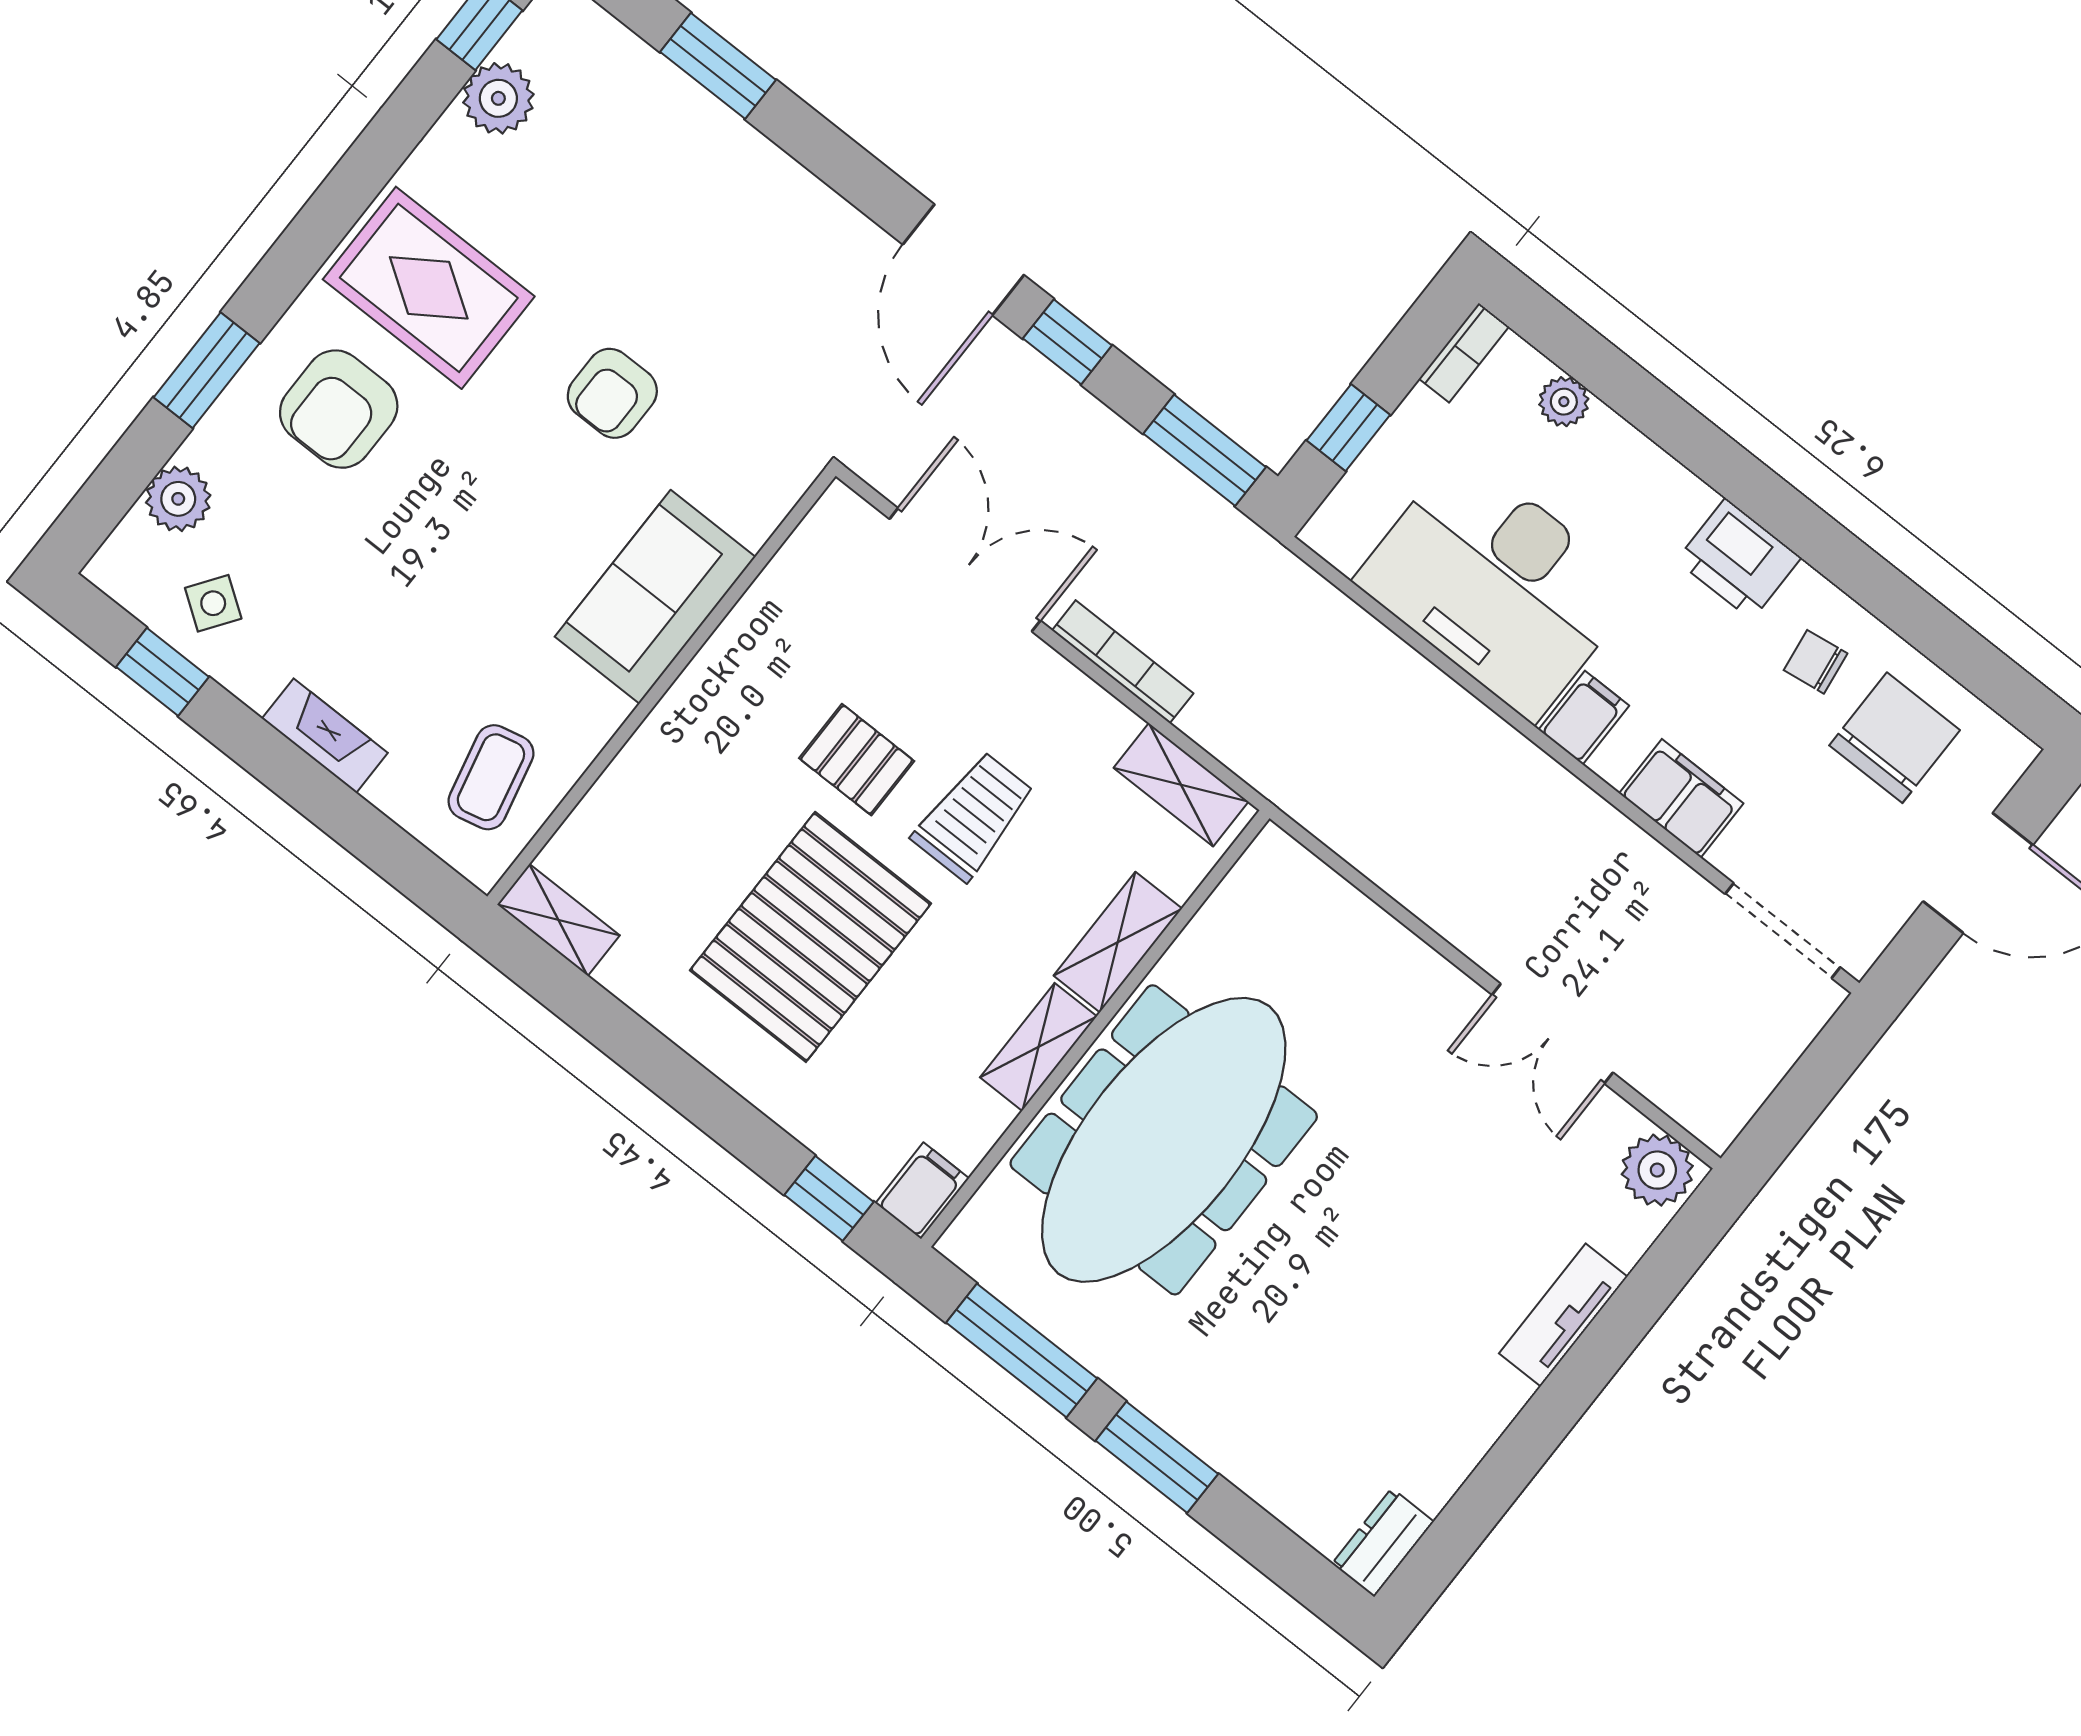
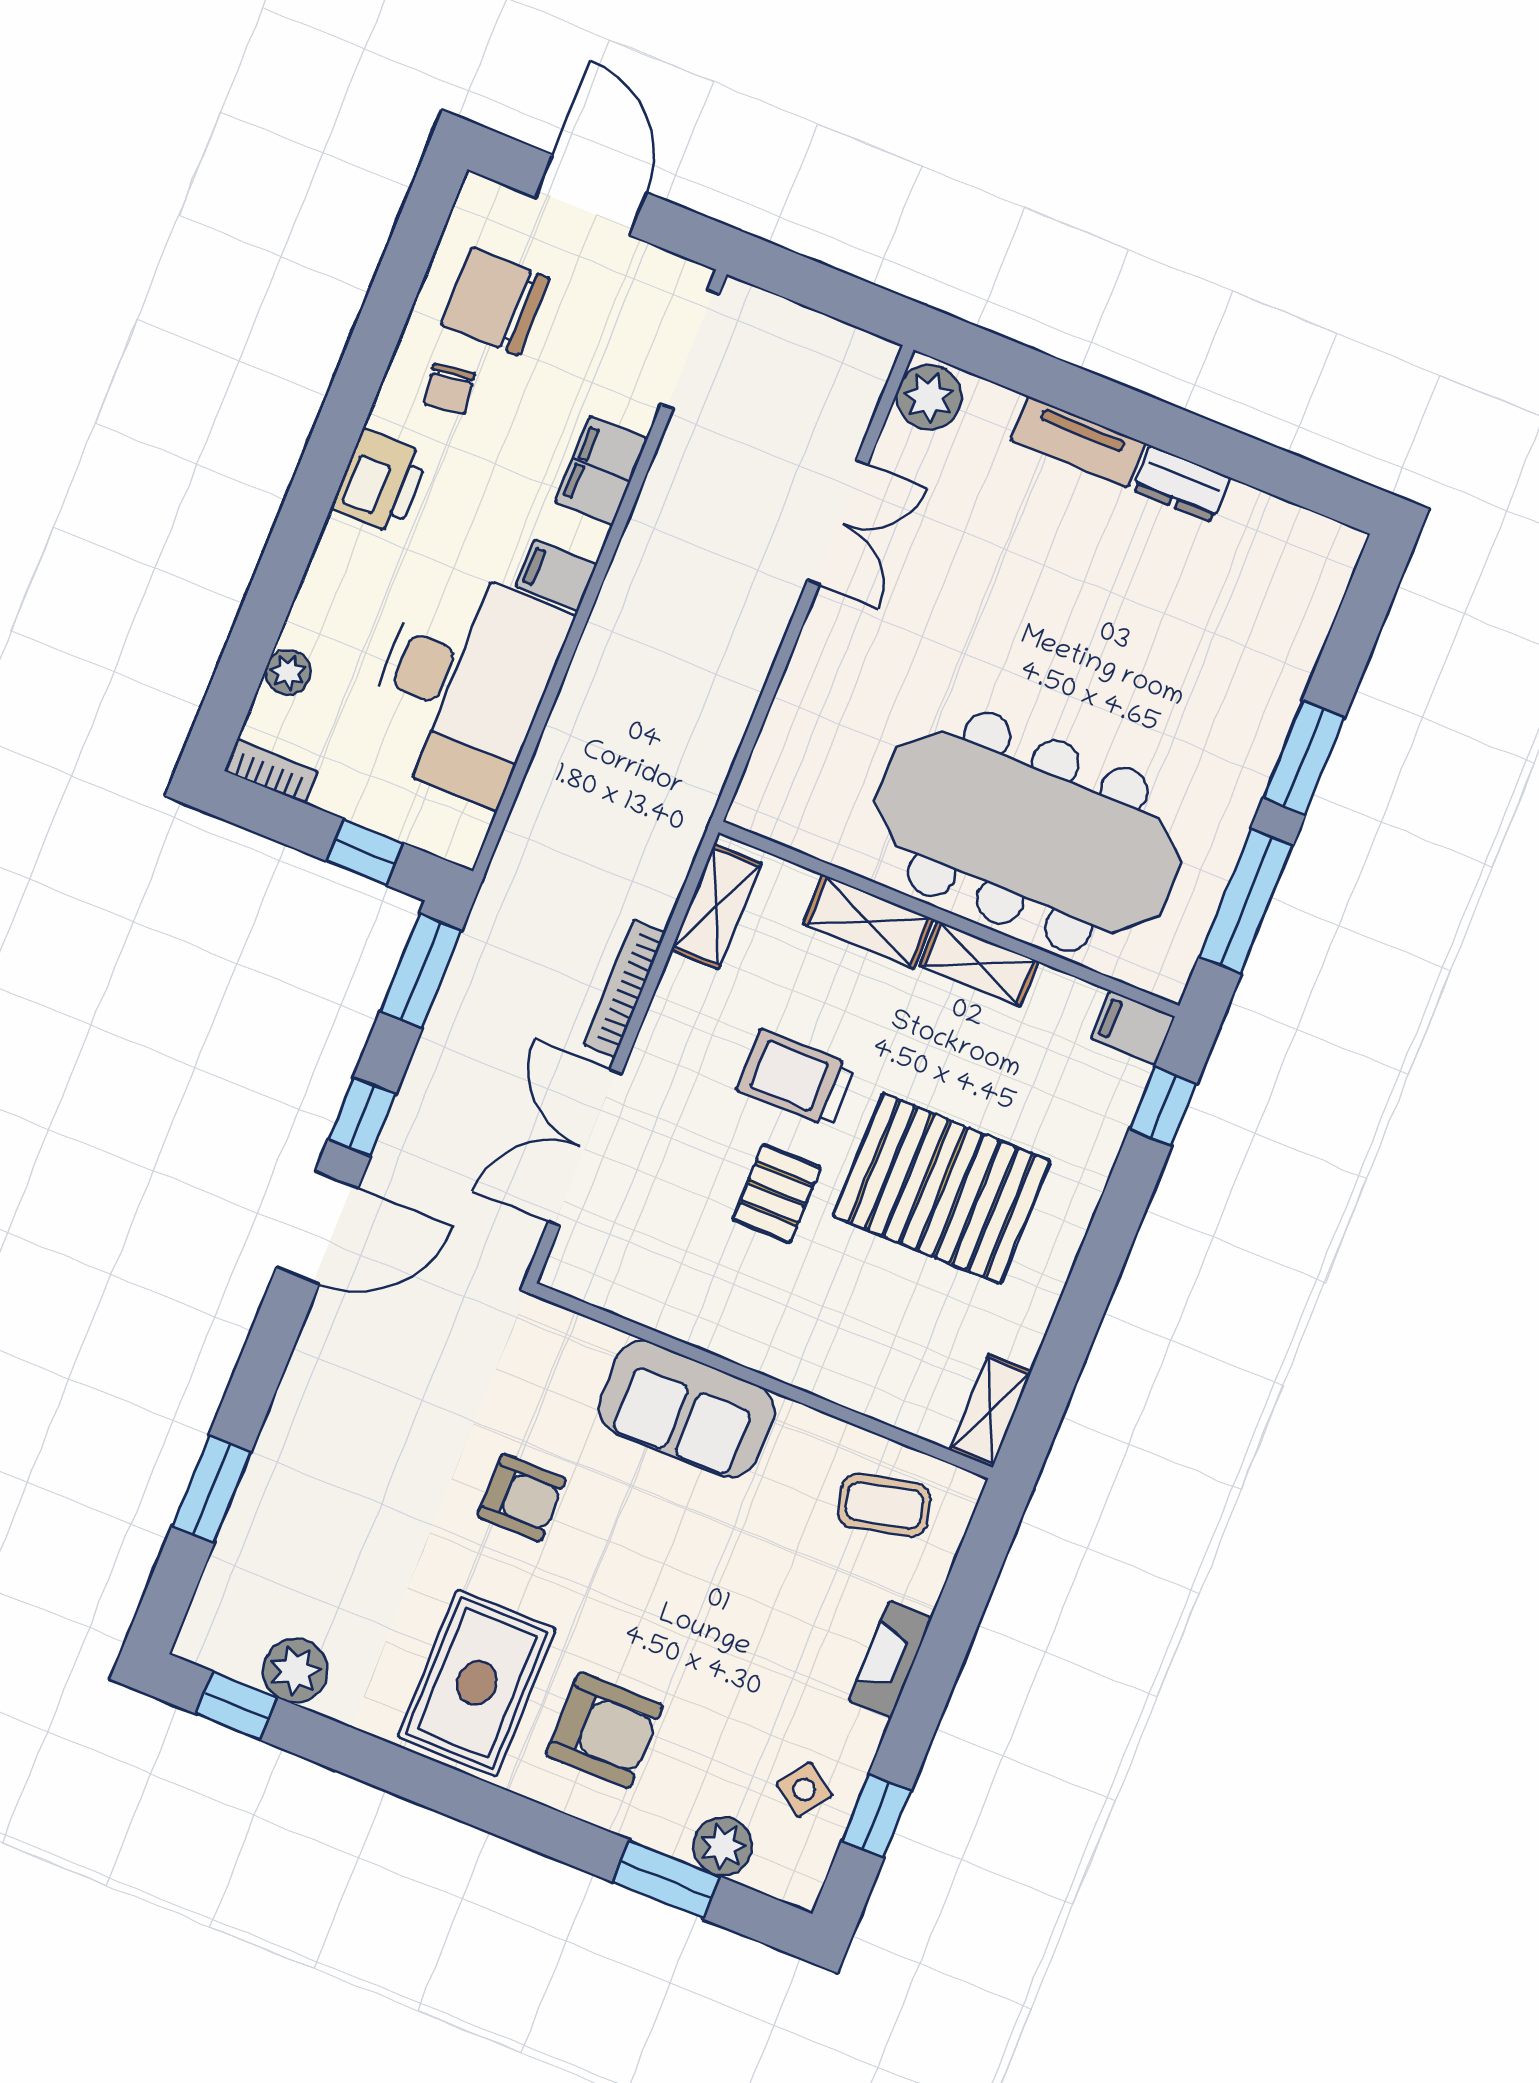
window: (207, 370) -> (666, 1879), moved
dresser: (1383, 1543) -> (1181, 484), moved

